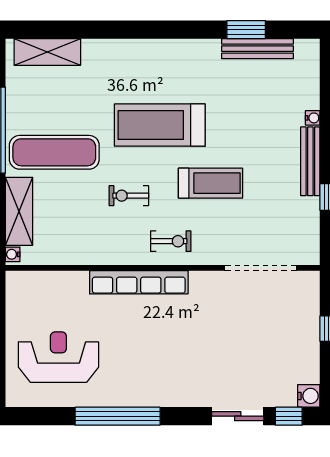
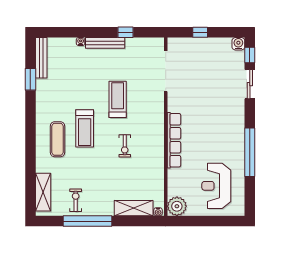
bench: (257, 49) -> (41, 58), moved
treadmill: (160, 125) -> (85, 128), width x0.73, depth x0.73
exercise mat: (54, 152) -> (57, 139), moved, width x0.73, depth x0.69
exercise bike: (171, 241) -> (76, 200), moved
plant: (22, 288) -> (177, 206), added

